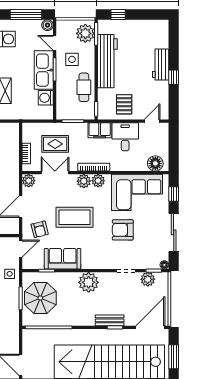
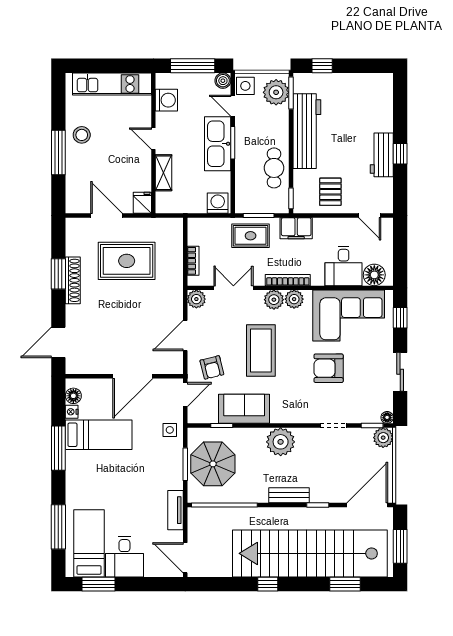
side table: (72, 59) -> (245, 86), moved
workbench: (161, 64) -> (382, 155), moved
washing machine: (46, 98) -> (218, 203), moved, turned 90
door: (152, 121) -> (370, 215), swing flipped
desk: (125, 137) -> (344, 266), moved, turned 180
rug: (55, 144) -> (251, 236), moved
coffee table: (74, 217) -> (261, 351), turned 90
sliding door: (174, 232) -> (400, 372), width x0.73
plant: (148, 279) -> (383, 438), moved
bench: (110, 320) -> (289, 495), moved
tv unit: (14, 331) -> (176, 510), added

